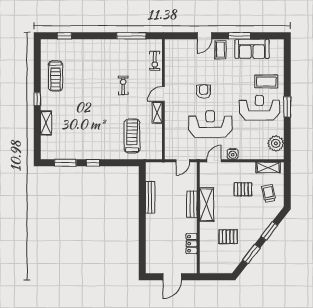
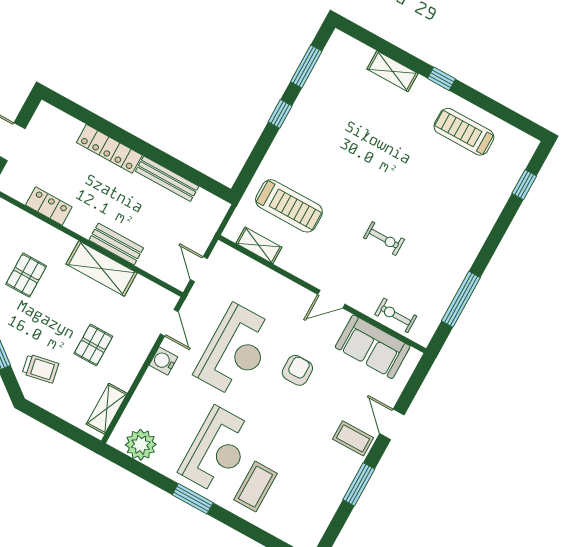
sofa: (252, 49) -> (373, 347), moved, turned -90
armchair: (204, 91) -> (297, 370), turned -90
door: (163, 94) -> (331, 299), swing flipped
shelving: (157, 113) -> (259, 245), moved
trolley: (269, 193) -> (40, 369), moved
locker: (151, 231) -> (109, 149), added

